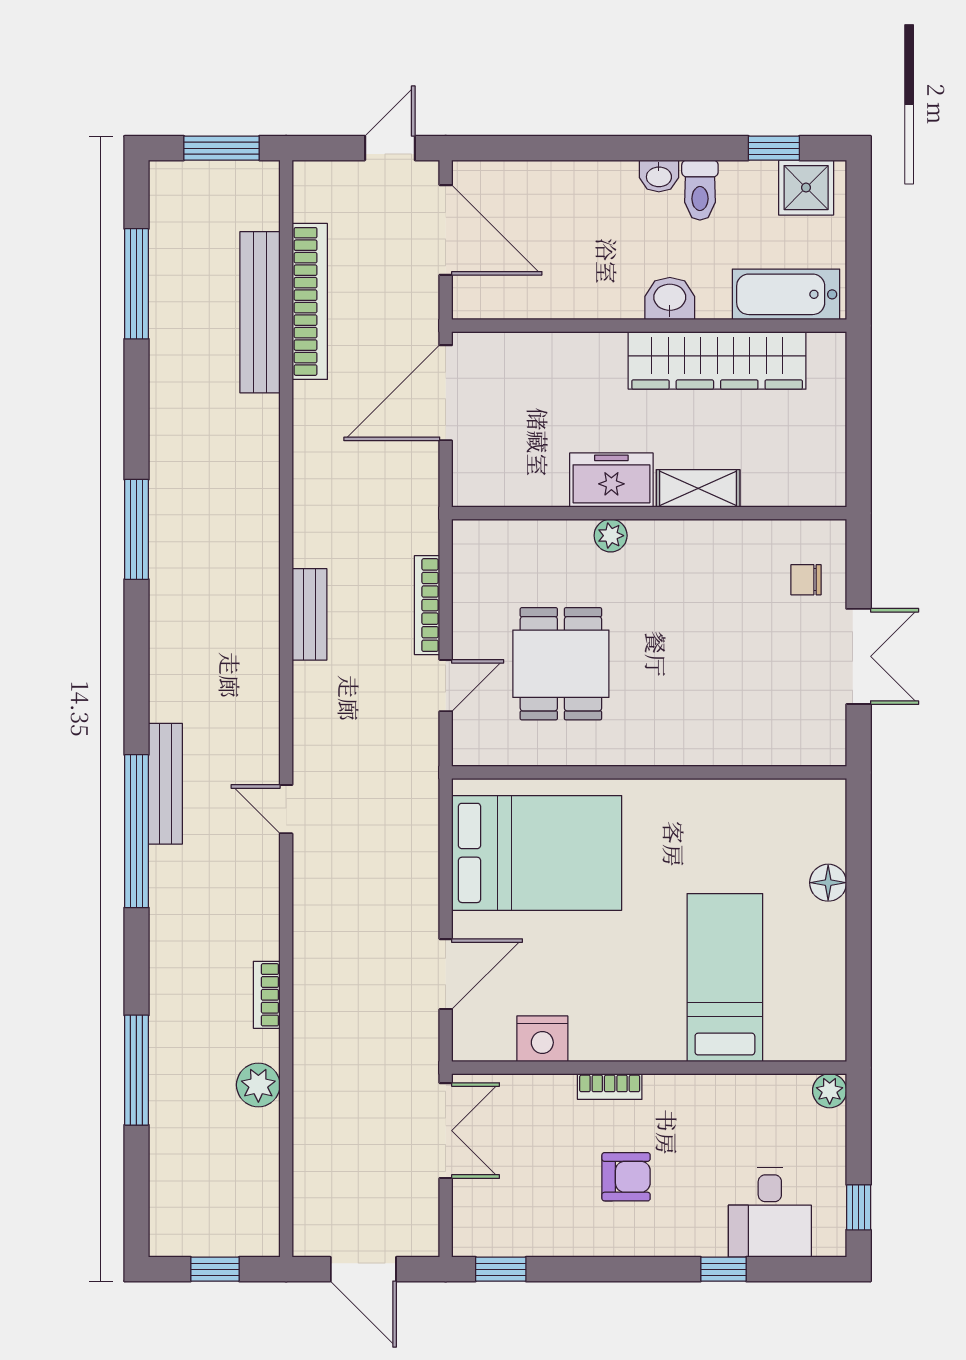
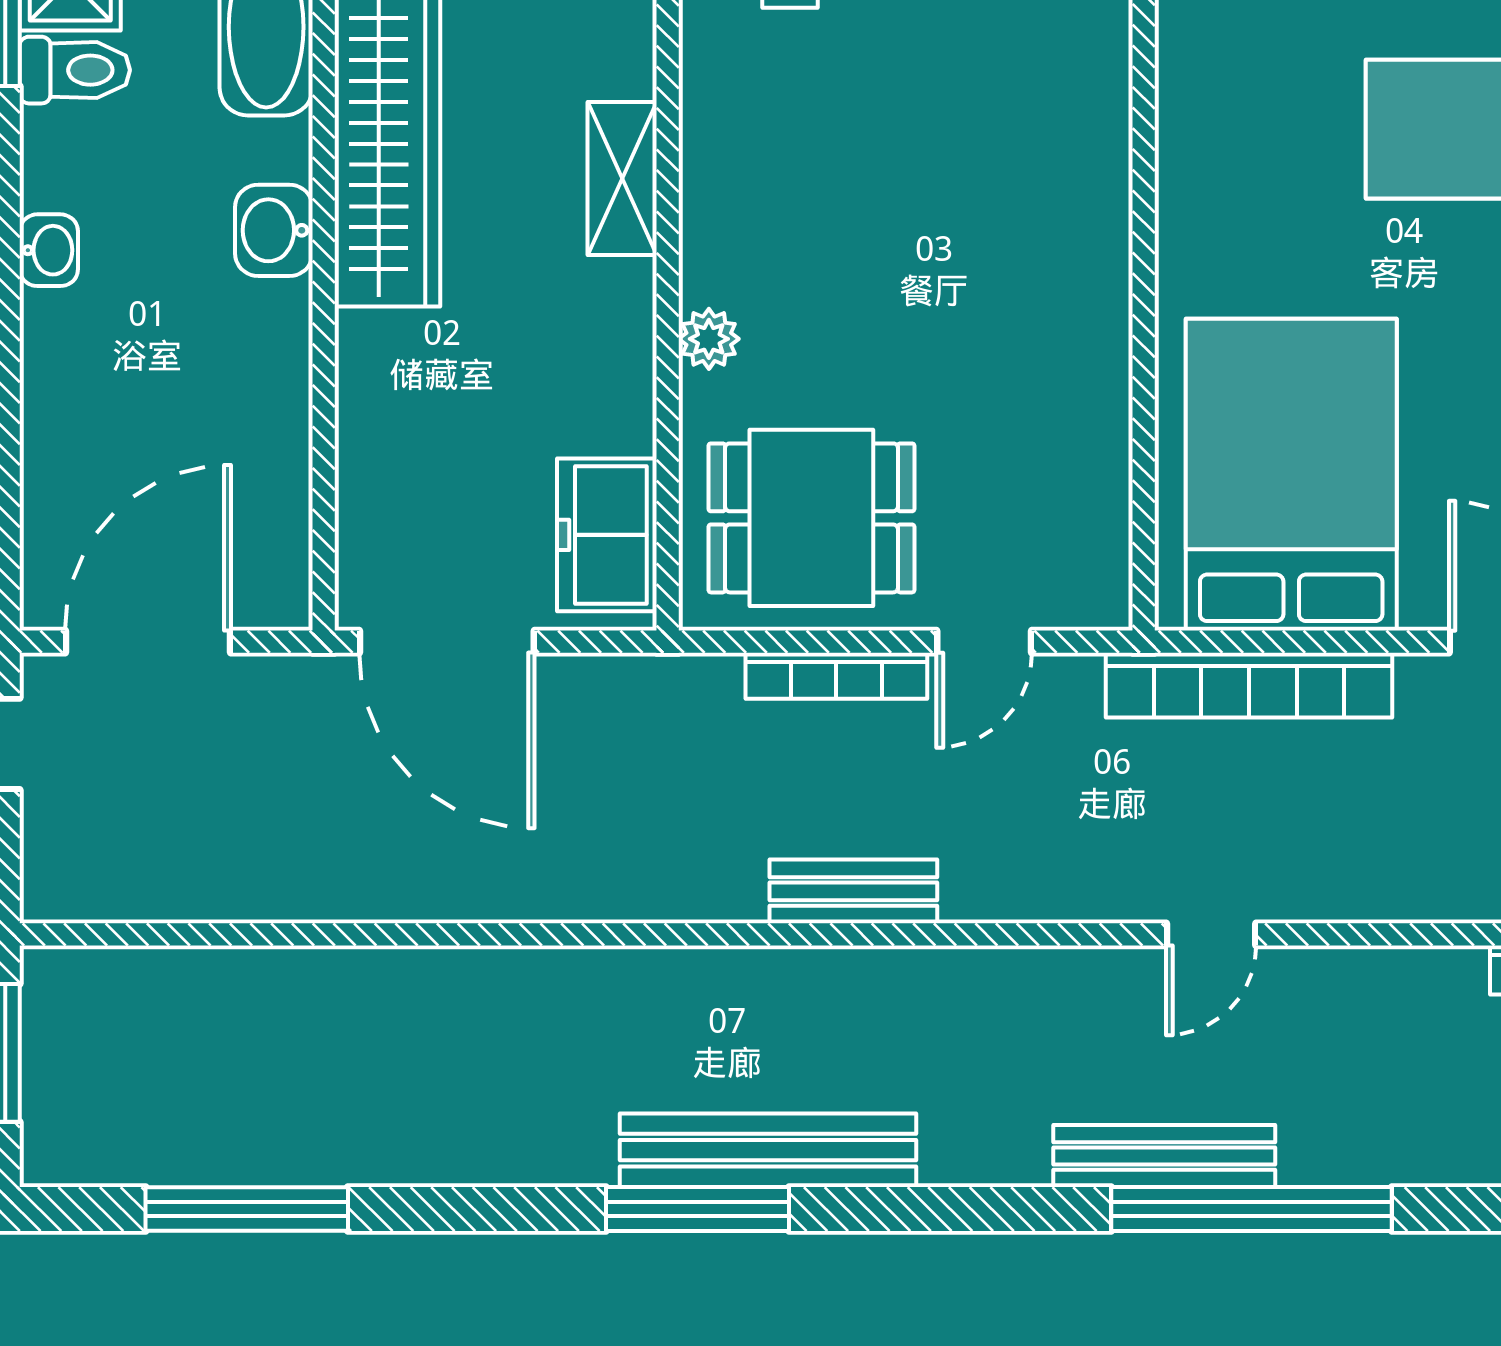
toilet: (700, 190) -> (75, 70), moved
bookcase: (310, 301) -> (1249, 685), moved, turned 180
bench: (260, 312) -> (768, 1150), moved
freezer: (611, 480) -> (607, 535), moved
dining table: (561, 664) -> (811, 518), moved
door: (446, 686) -> (984, 642), swing flipped

